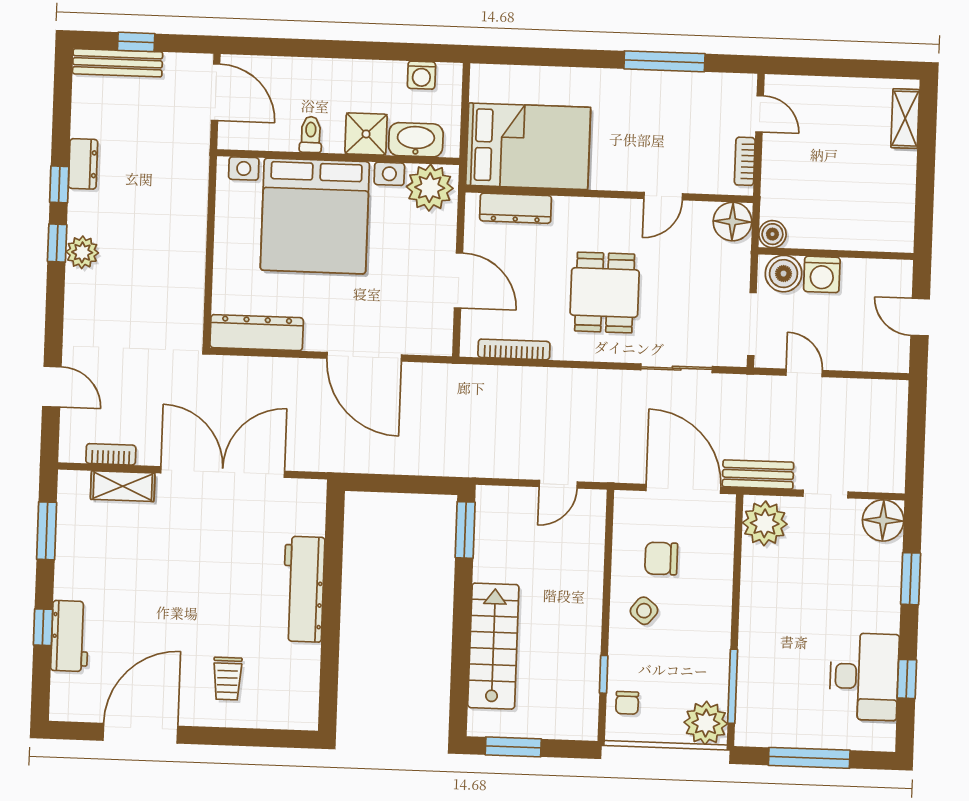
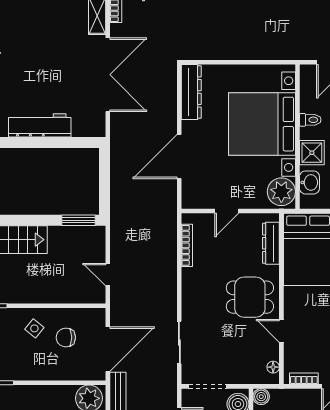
washbasin: (416, 140) -> (309, 182), width x0.72
floor lamp: (732, 222) -> (273, 367), width x0.53, depth x0.53
door: (459, 280) -> (227, 211), width x0.73
dining table: (605, 293) -> (250, 297), moved
chair: (661, 558) -> (66, 337), turned -90

